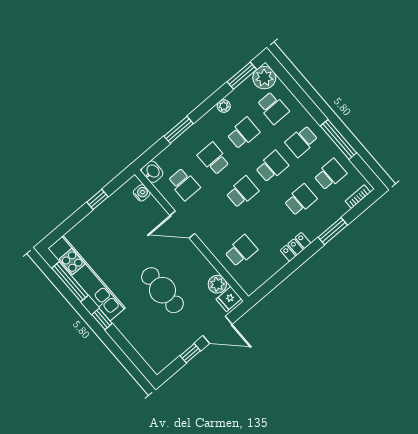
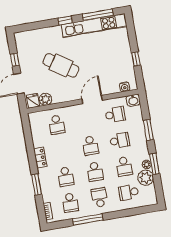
window: (242, 76) -> (154, 164), moved
plant: (264, 78) -> (146, 178), moved
school desk: (184, 184) -> (115, 114), turned 180
cafe table: (162, 290) -> (61, 65), turned 34

